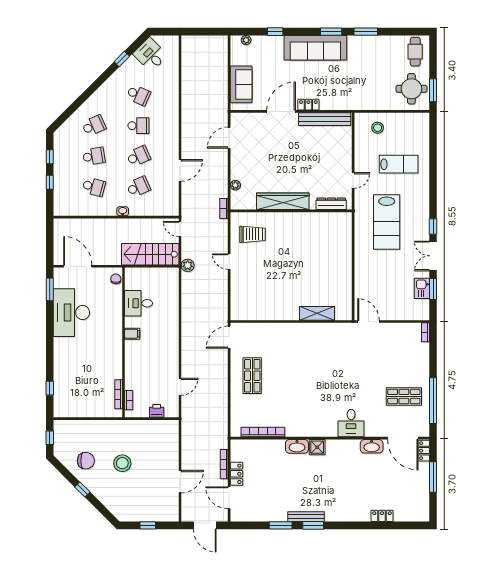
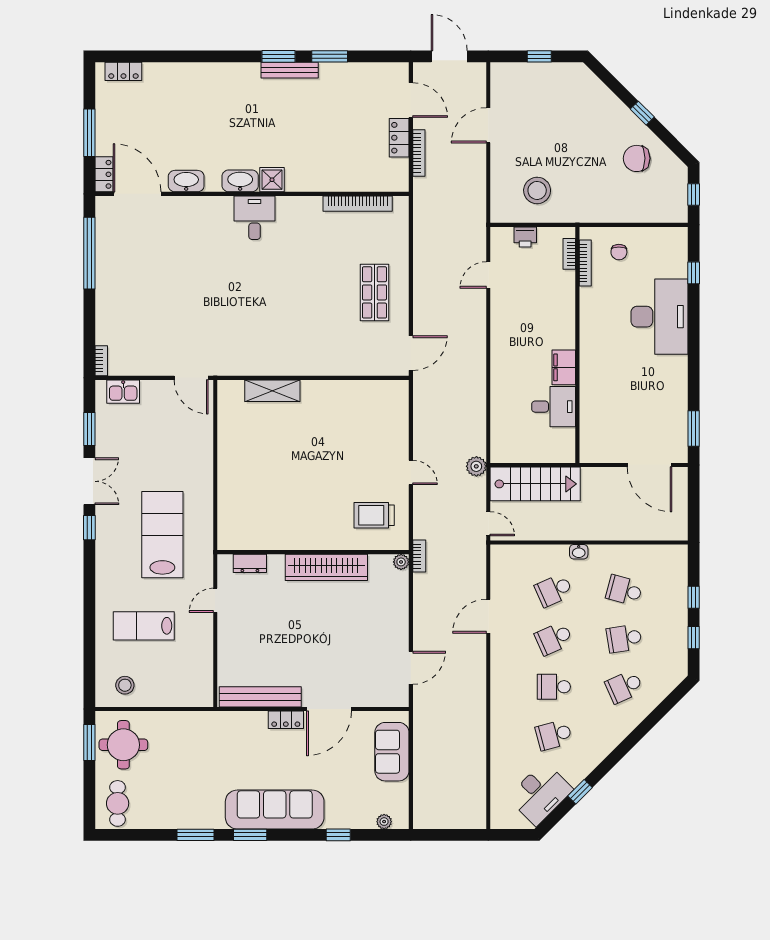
desk: (150, 55) -> (540, 793), width x1.37
school desk: (138, 95) -> (554, 735), turned -39
stool: (378, 128) -> (125, 685), moved
plant: (235, 185) -> (401, 562), moved
dresser: (331, 204) -> (250, 563), width x0.70
chair: (116, 279) -> (619, 252), moved
kitchen sink: (422, 288) -> (123, 392), moved, turned 90
desk: (71, 313) -> (659, 317), moved
filing cabinet: (132, 334) -> (564, 367), width x2.00
shop shelf: (404, 396) -> (135, 260), removed
desk: (351, 423) -> (255, 218), moved
washbasin: (297, 446) -> (240, 181), moved
stool: (122, 463) -> (537, 190), moved
locker: (382, 516) -> (123, 71), moved

